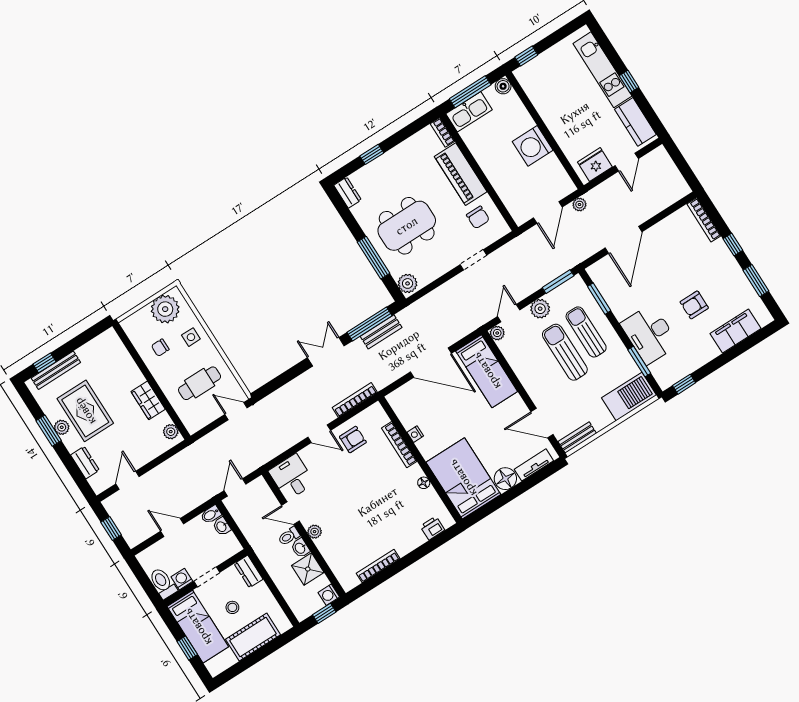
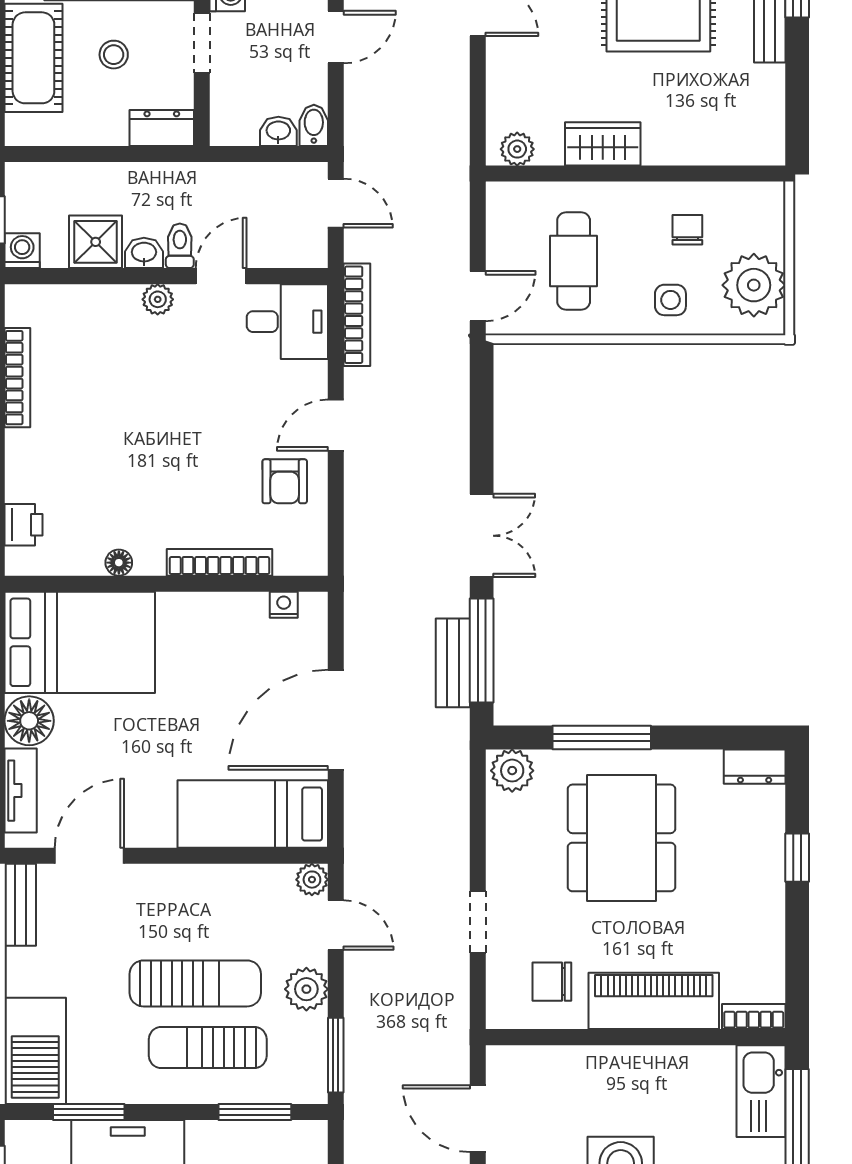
sun lounger: (586, 332) -> (208, 1048), turned 180
bookcase: (355, 400) -> (357, 315), moved
nightstand: (415, 434) -> (284, 605), moved

